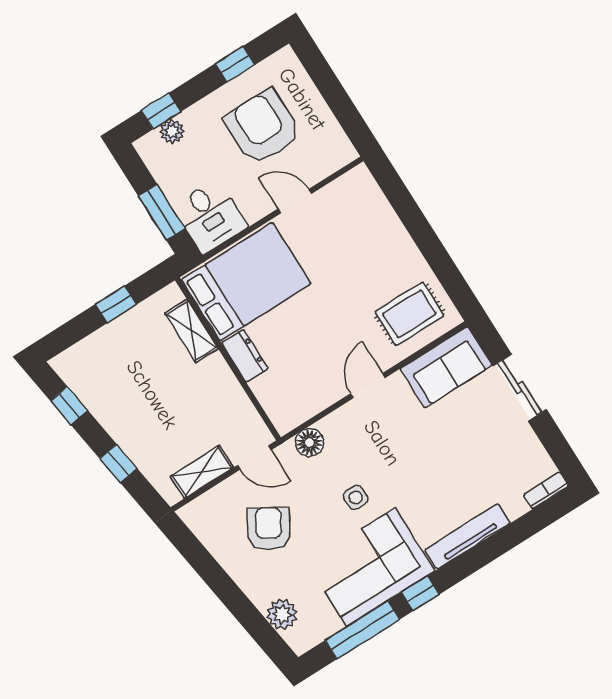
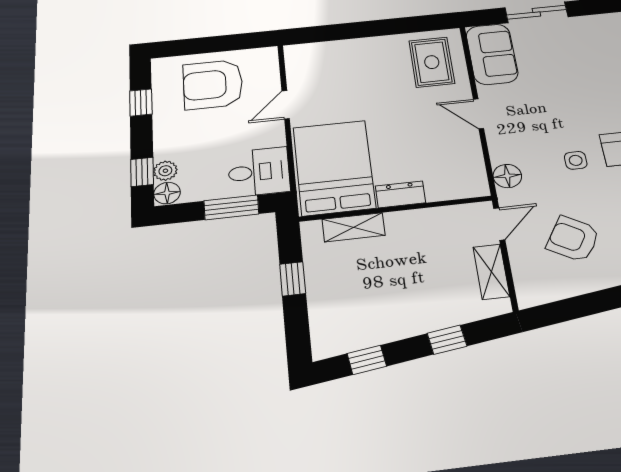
armchair: (263, 127) -> (213, 84), moved
floor lamp: (150, 146) -> (167, 193), added

